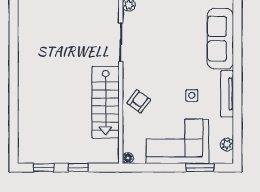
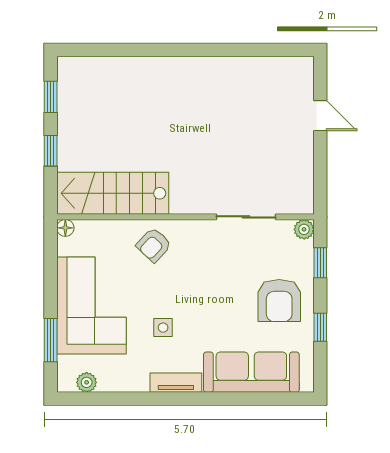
armchair: (174, 21) -> (279, 300), added
tv unit: (227, 94) -> (176, 383), width x0.71
armchair: (139, 101) -> (154, 245), turned 97
stairs: (106, 102) -> (113, 193), moved

